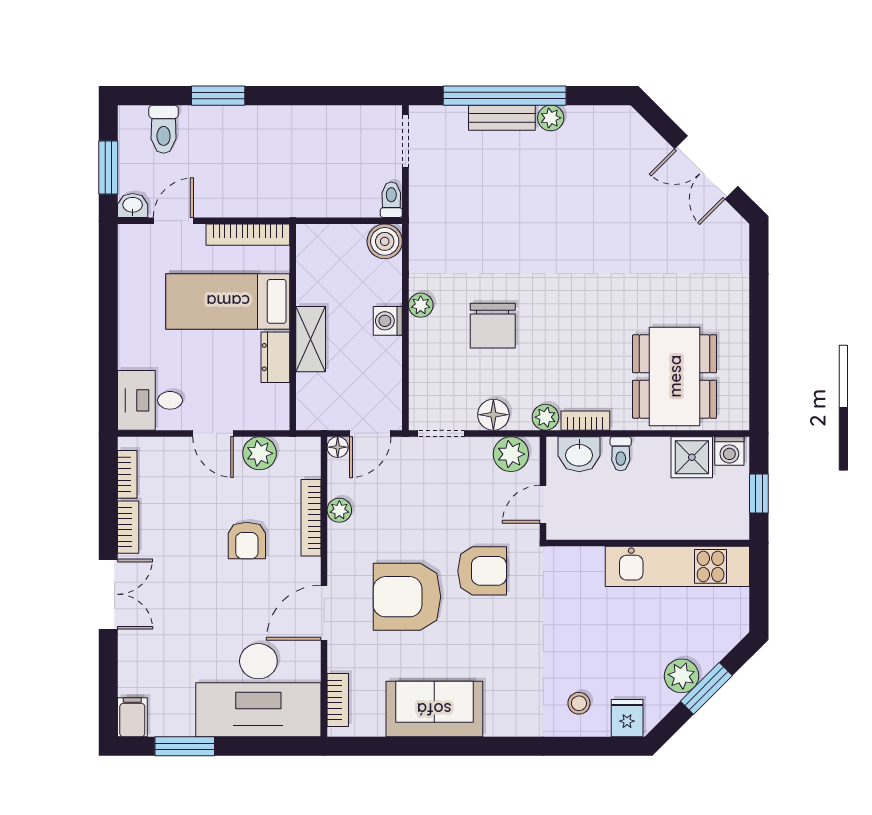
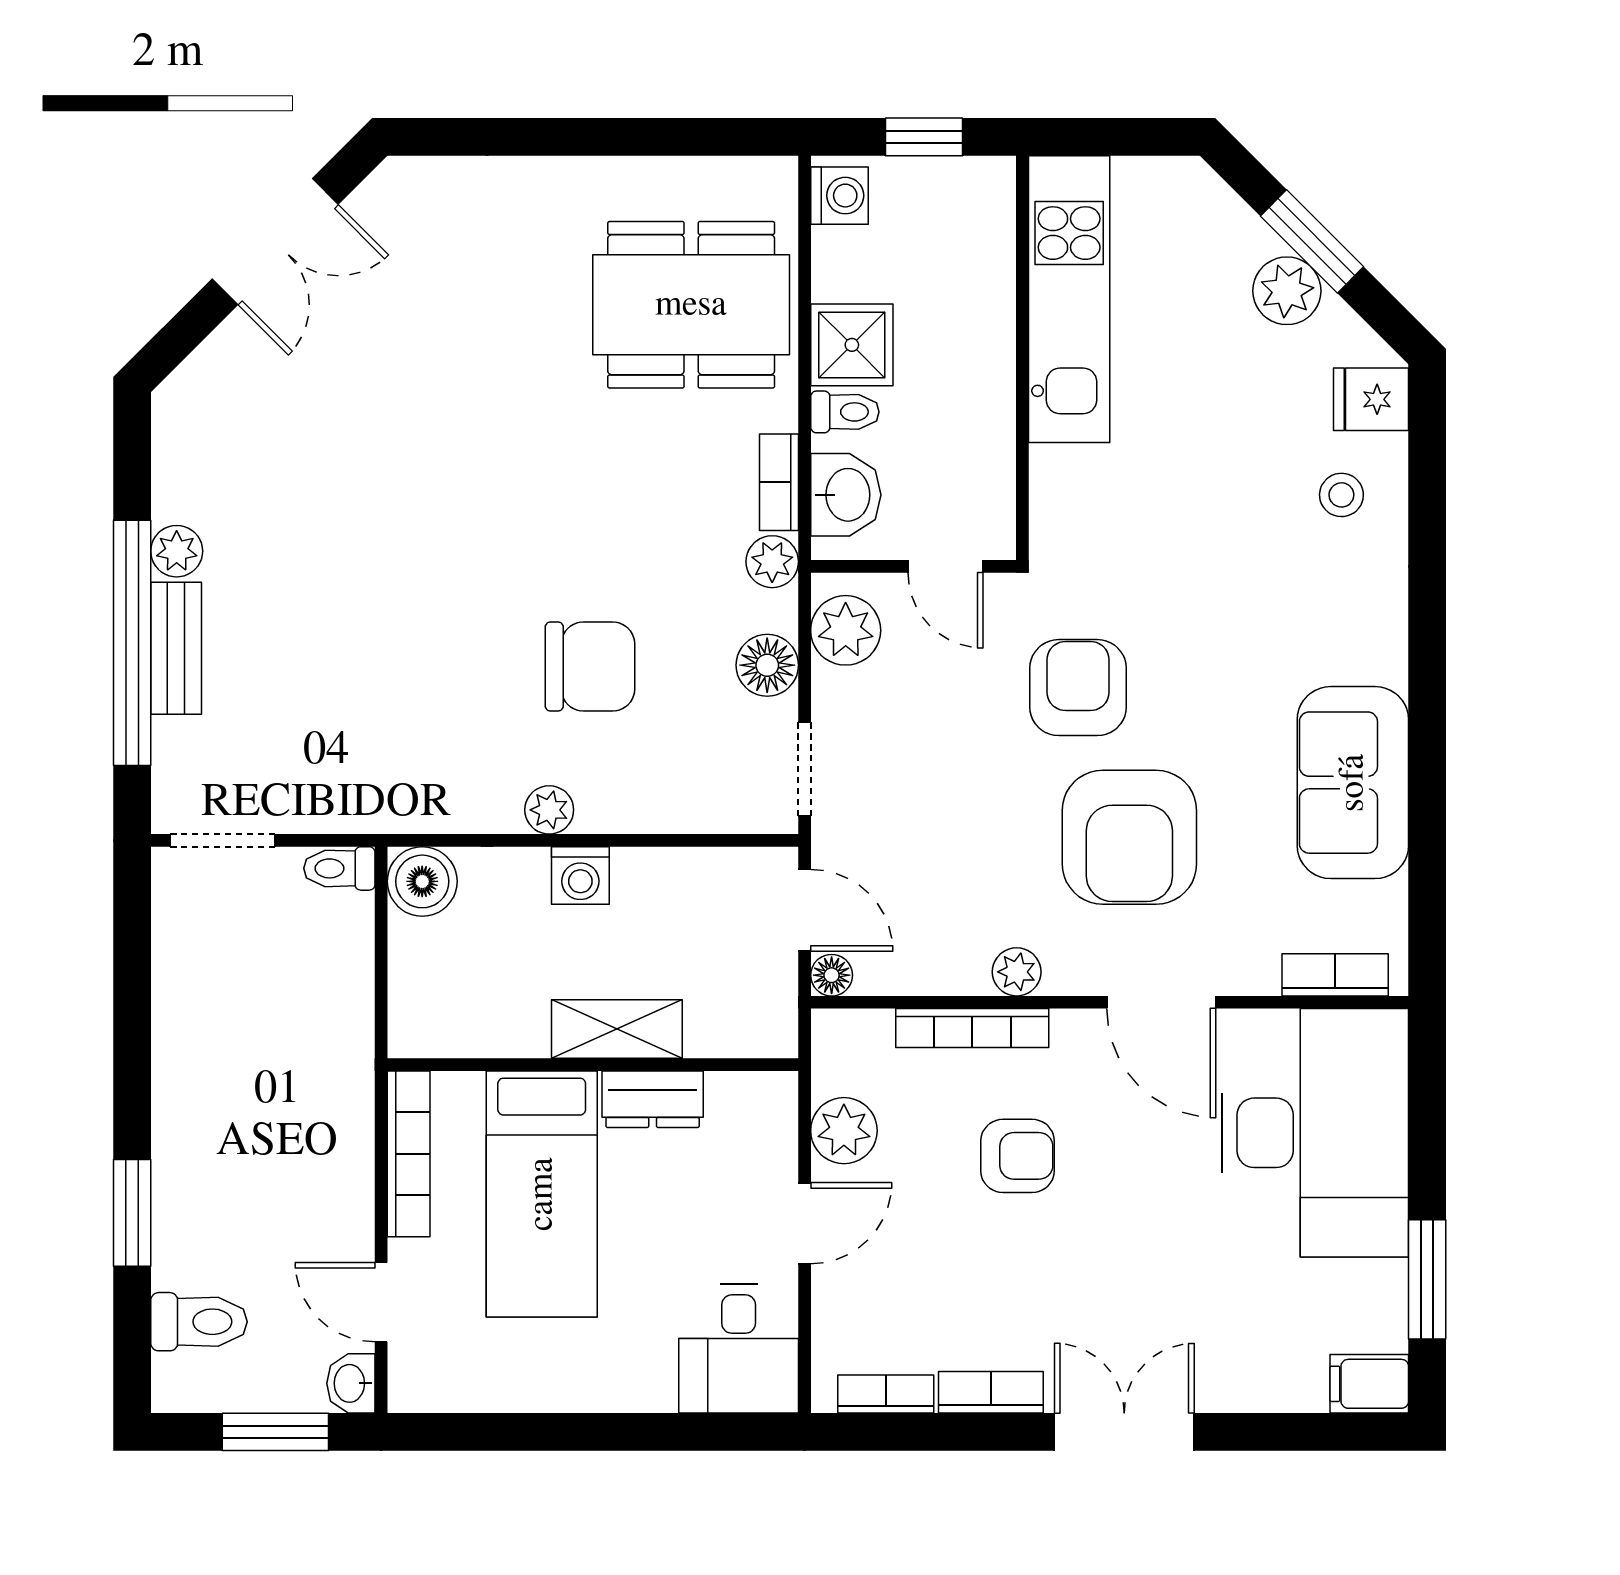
shower: (692, 457) -> (852, 345), moved
plant: (339, 510) -> (1017, 972), moved

